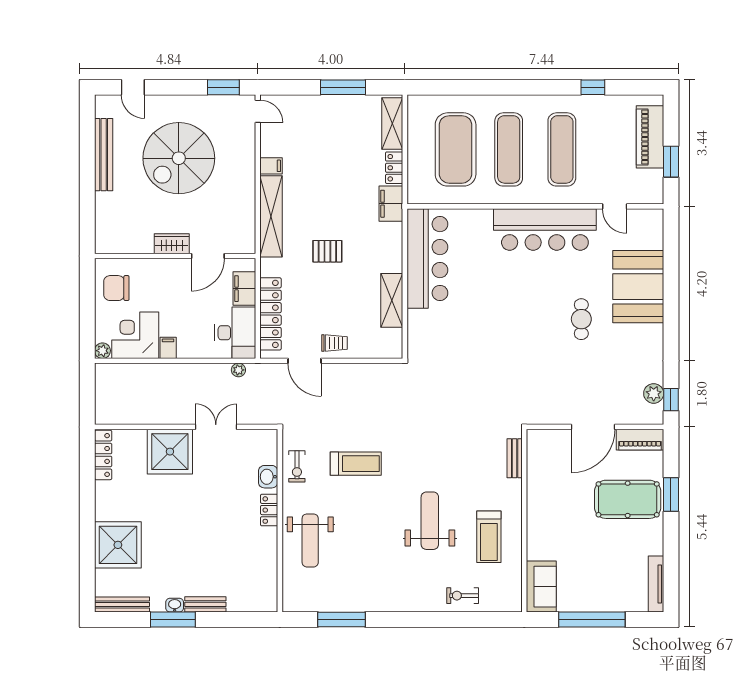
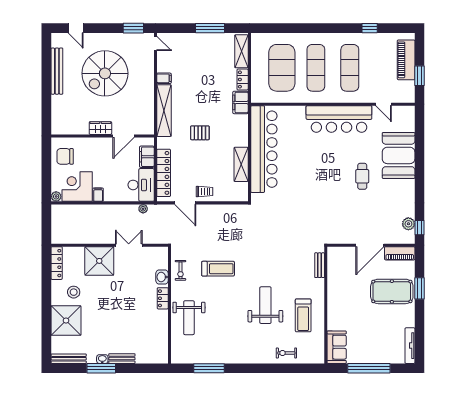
bar counter: (427, 259) -> (264, 149), width x1.36
stool: (130, 500) -> (74, 292), added

